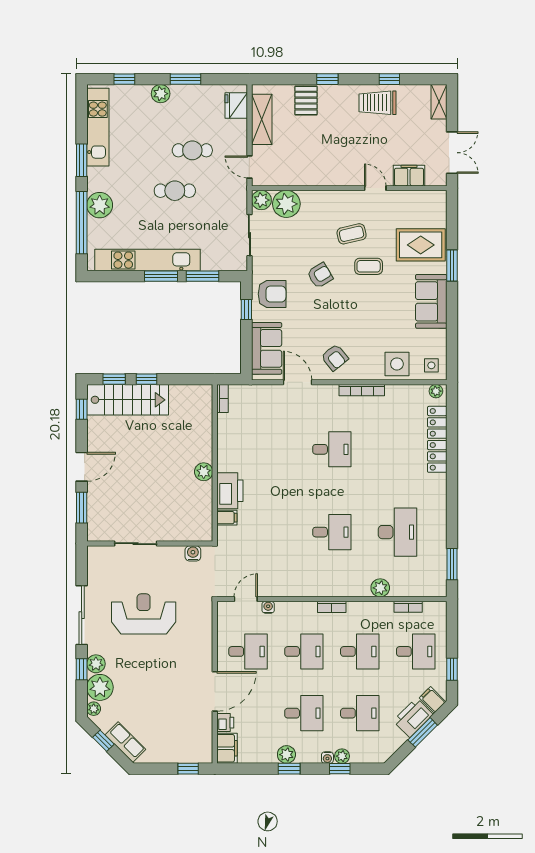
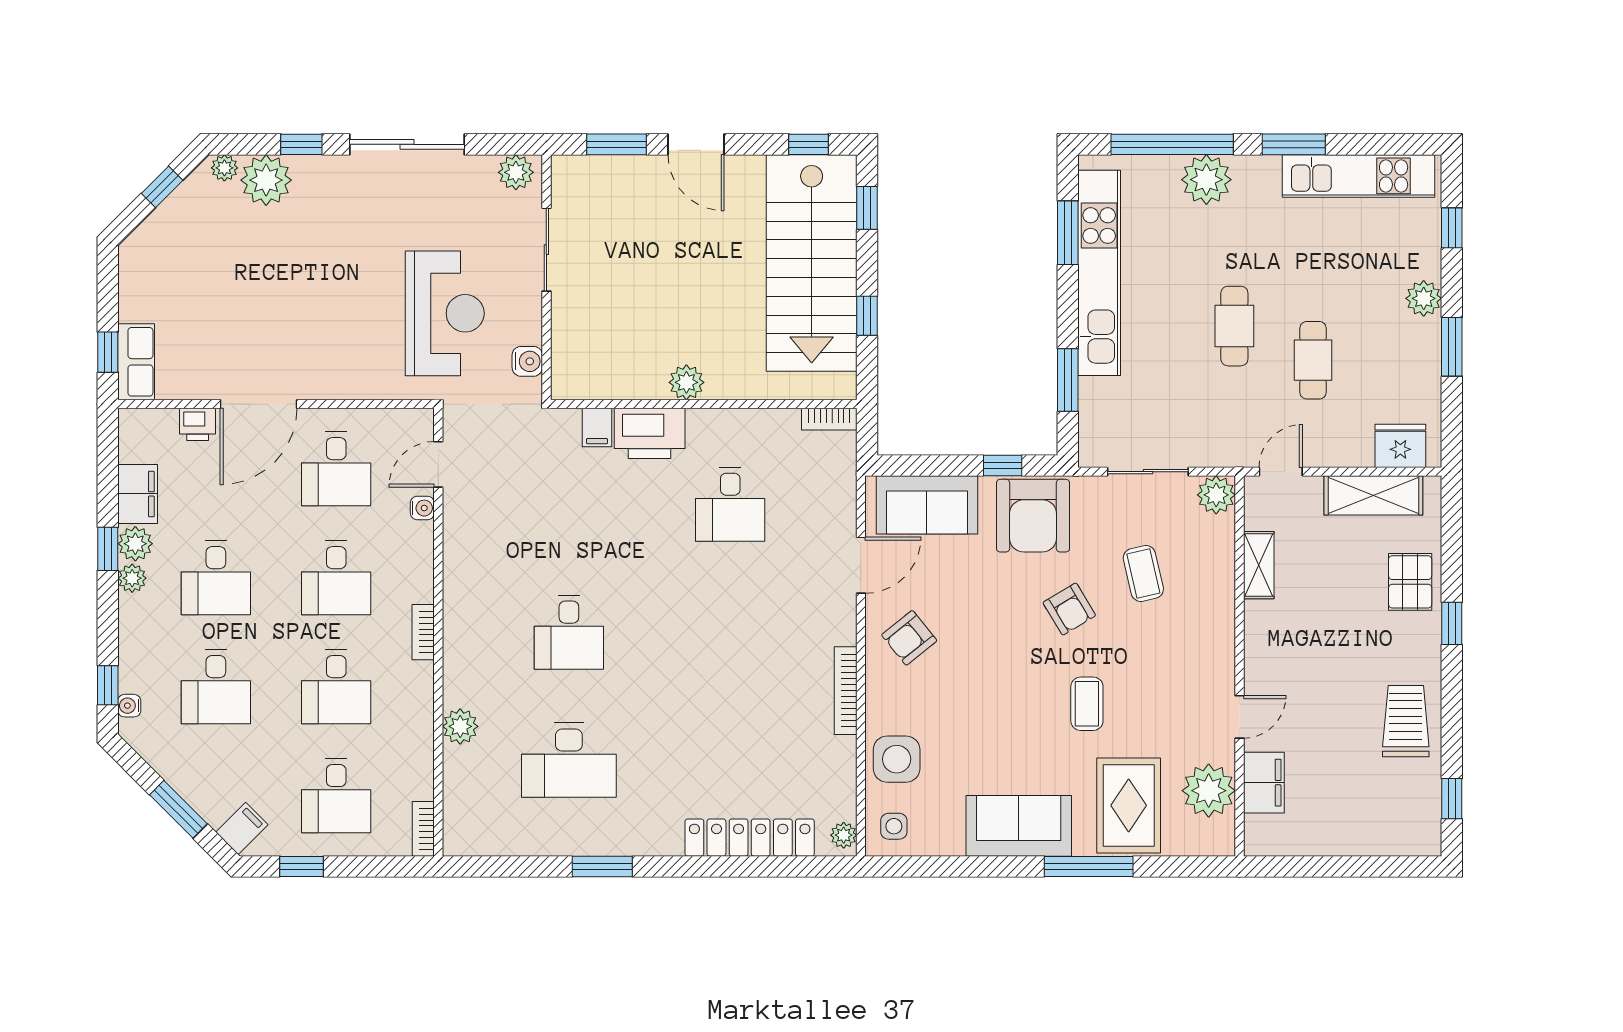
window: (389, 79) -> (1452, 799), moved
pallet: (306, 101) -> (1410, 582), turned 90
shelving: (439, 102) -> (1259, 565), moved, turned 90
double door: (452, 153) -> (1309, 866), removed
plant: (286, 204) -> (1209, 791), moved
coffee table: (352, 234) -> (1143, 573), moved
window: (452, 265) -> (1089, 866), width x1.44
window: (161, 276) -> (1068, 233), moved
armchair: (272, 294) -> (1033, 516), width x1.36, depth x1.36
window: (146, 379) -> (867, 316), moved
stairs: (128, 400) -> (812, 263), width x1.36, depth x1.51
desk: (332, 449) -> (730, 504), moved
window: (452, 564) -> (602, 866), moved
door: (246, 599) -> (438, 464), swing flipped
bookcase: (408, 607) -> (423, 829), moved
reception desk: (144, 614) -> (445, 313), moved
plant: (96, 664) -> (516, 172), moved
door: (215, 691) -> (258, 404), hinge flipped
printer: (413, 718) -> (207, 791), removed
row of seats: (125, 742) -> (136, 362), moved, turned -45
filing cabinet: (227, 748) -> (138, 494), moved, turned -90
plant: (342, 756) -> (132, 578), moved
water cooler: (327, 758) -> (129, 706), moved
window: (340, 769) -> (108, 685), moved

